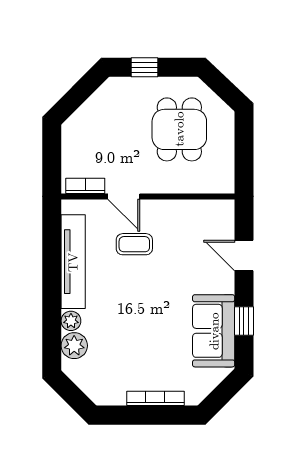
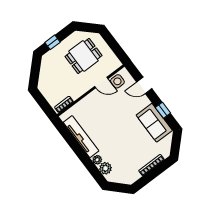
dining table: (179, 129) -> (84, 56), turned 90
door: (124, 196) -> (101, 83), moved
side table: (204, 215) -> (117, 81), added
coffee table: (134, 244) -> (99, 112), removed

